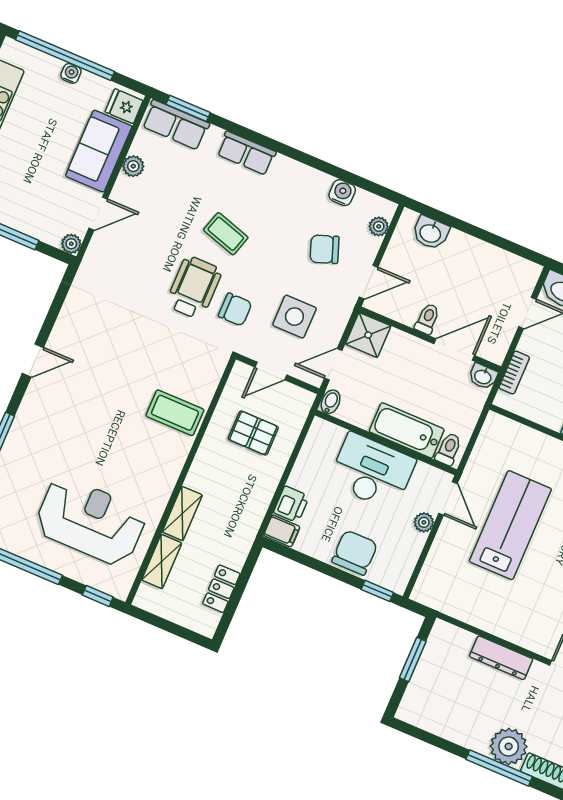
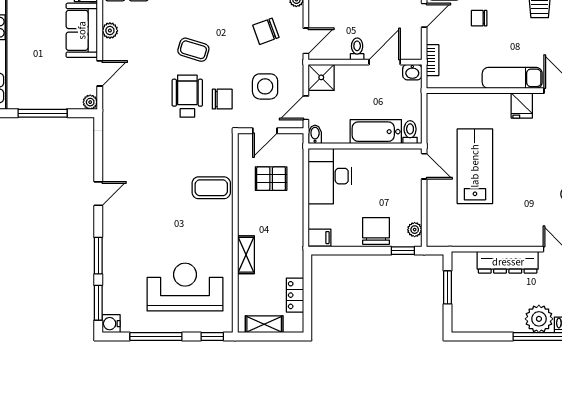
desk: (372, 471) -> (330, 176), moved, turned -90
printer: (291, 504) -> (318, 216), removed
plant: (424, 522) -> (415, 230), moved
shelving: (162, 562) -> (264, 324), moved, turned 90
dresser: (501, 658) -> (508, 262), width x1.37, depth x1.24

